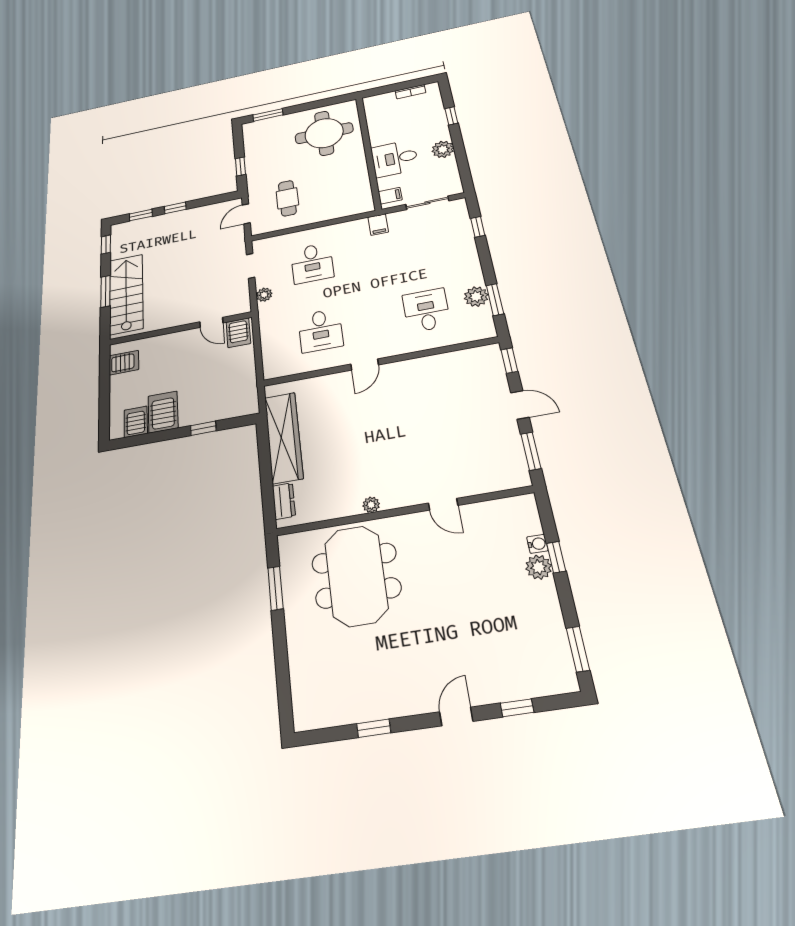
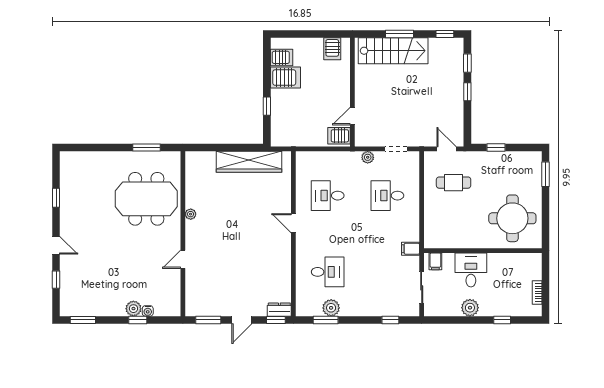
dresser: (284, 501) -> (279, 310), moved, turned 180

